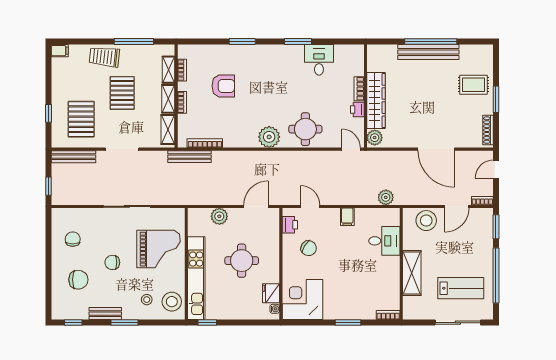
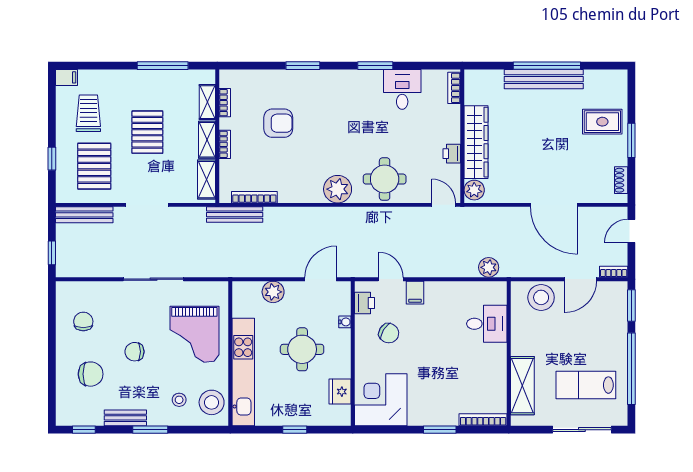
trolley: (104, 57) -> (88, 113), moved, turned 84
bookcase: (359, 89) -> (454, 88), moved
shoe rack: (488, 130) -> (621, 180), width x0.70
filing cabinet: (347, 217) -> (415, 293), moved
grand piano: (159, 249) -> (194, 334), turned 90
shelving: (412, 273) -> (522, 386), moved
lab bench: (461, 288) -> (586, 385), turned 180
water cooler: (275, 309) -> (345, 322), moved
bookcase: (388, 315) -> (483, 420), width x1.56
window: (207, 323) -> (295, 430), moved

